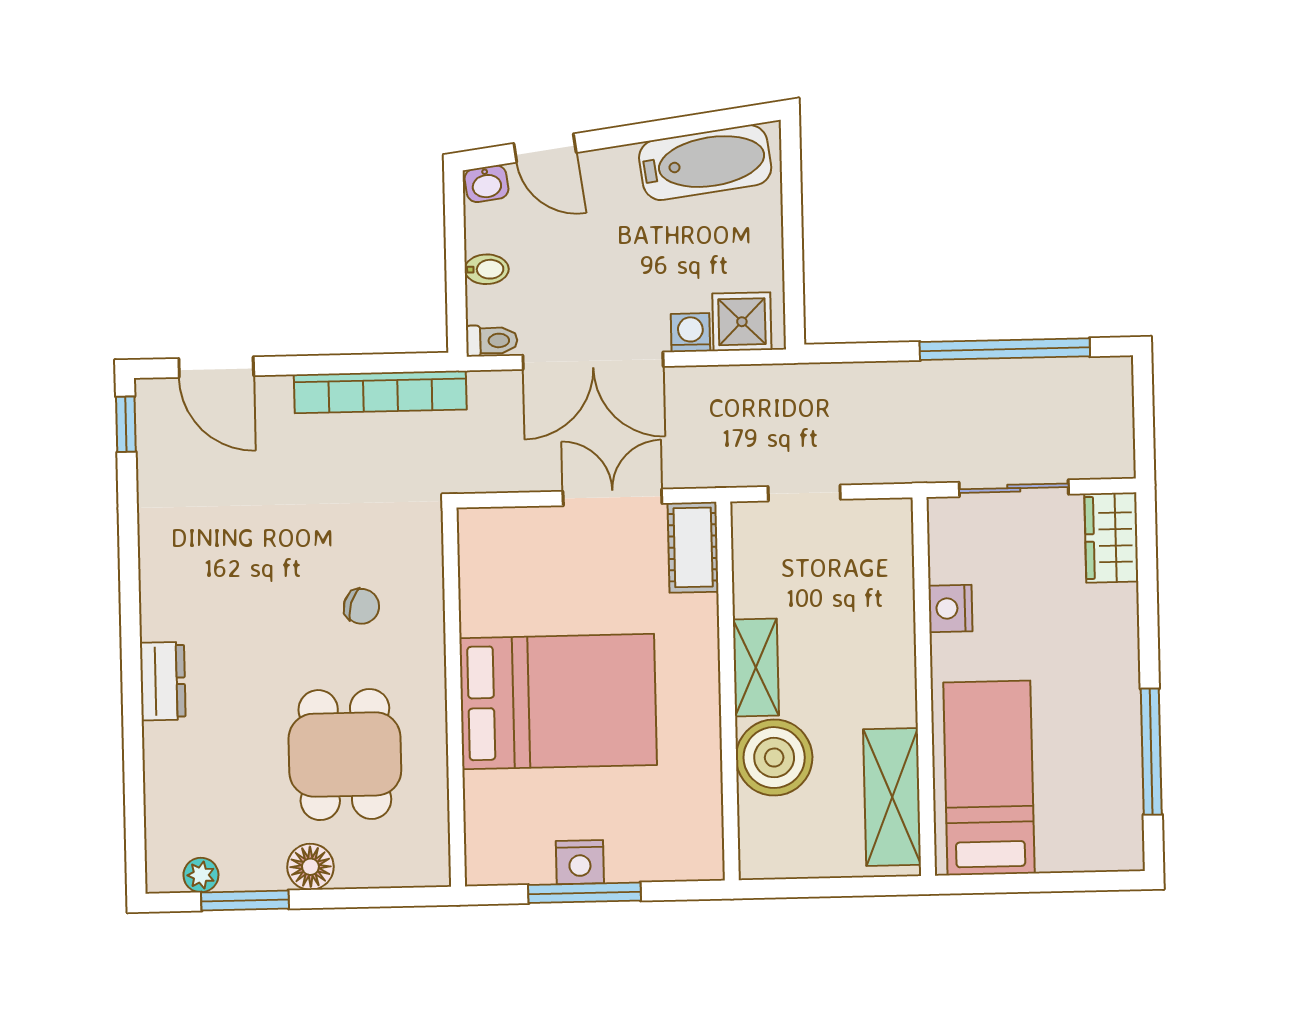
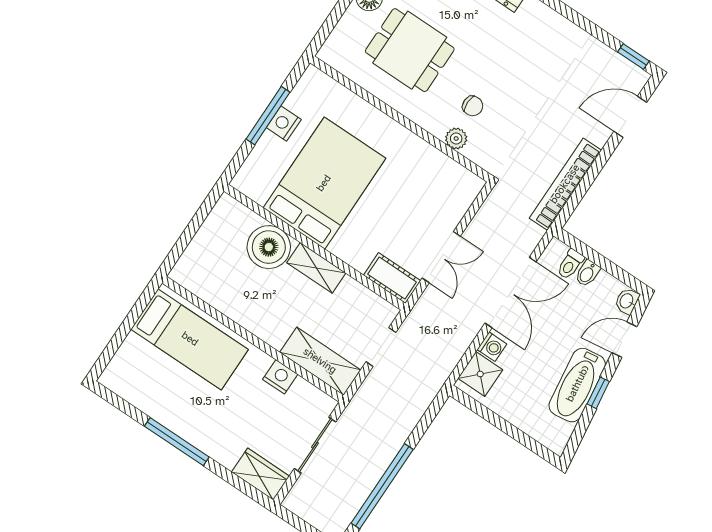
window: (649, 131) -> (598, 393), added
bathtub: (705, 163) -> (577, 385), moved
toilet: (492, 341) -> (570, 264), moved
double door: (593, 361) -> (511, 293), swing flipped
plant: (426, 597) -> (456, 139), added
chair: (361, 606) -> (473, 106), turned -108
bed: (558, 702) -> (324, 183), moved, turned 180
window: (1151, 752) -> (177, 442), moved
shelving: (892, 797) -> (320, 361), moved

